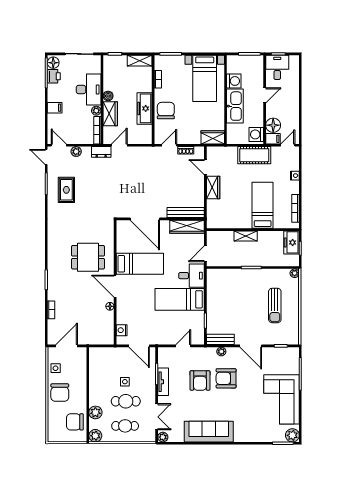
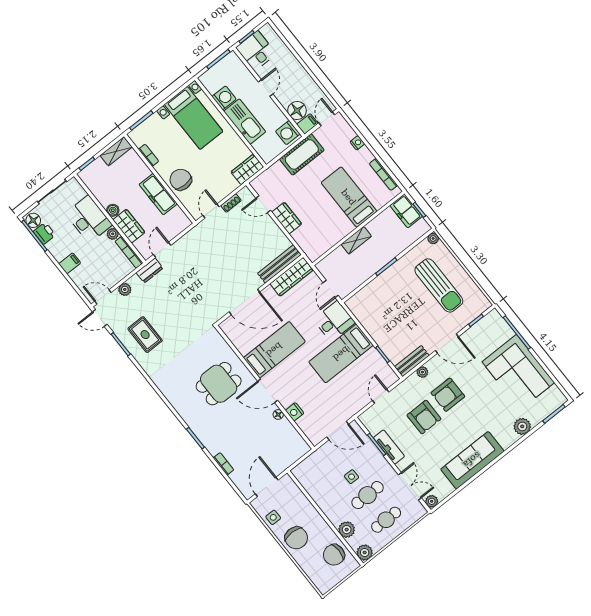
sun lounger: (275, 305) -> (439, 285), width x1.36, depth x1.34
nightstand: (122, 330) -> (295, 412), moved
plant: (292, 435) -> (522, 426), moved

